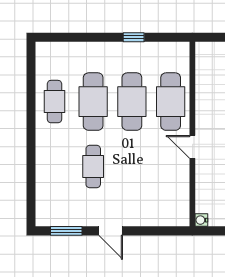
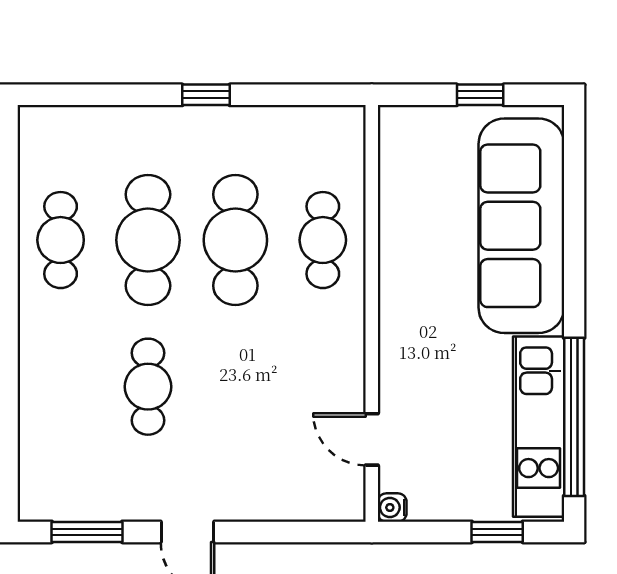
window: (134, 37) -> (206, 95), moved
cafe table: (171, 102) -> (323, 240), width x0.73, depth x0.74
door: (192, 147) -> (372, 439), moved

